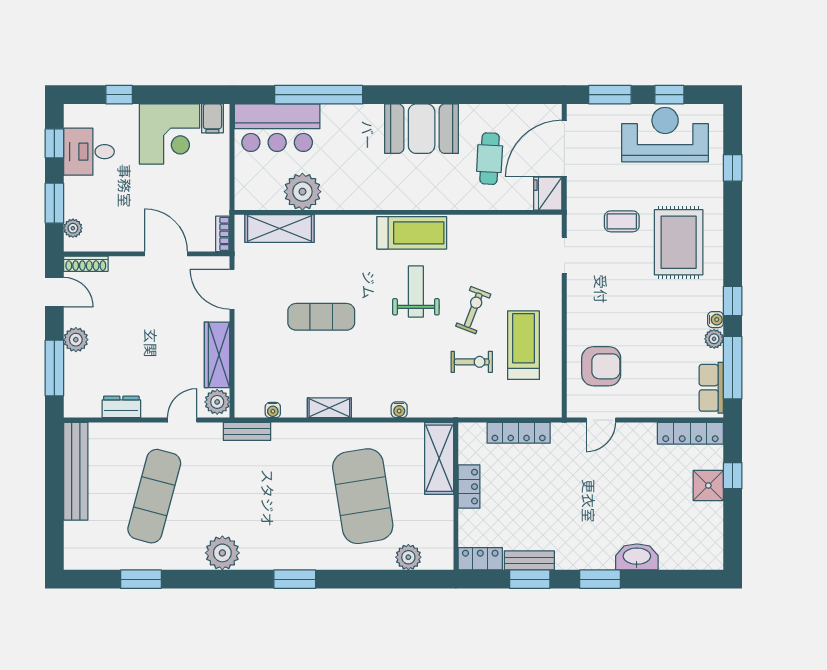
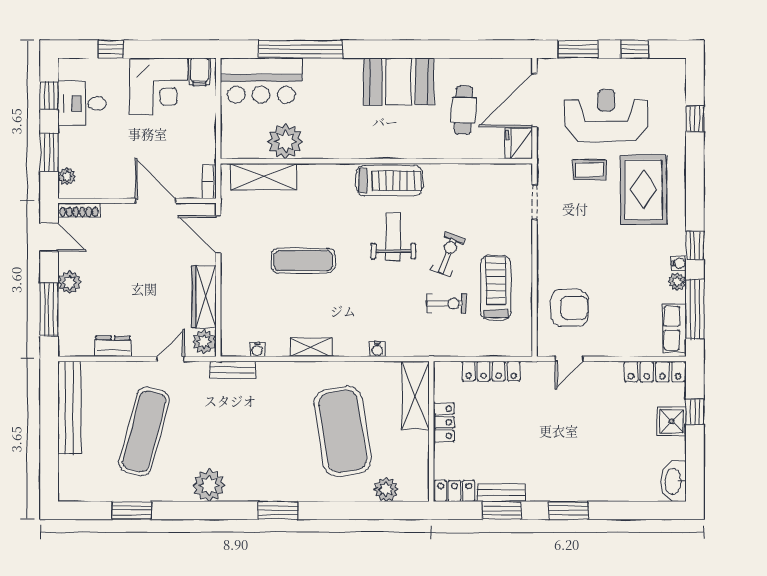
reception desk: (665, 135) -> (606, 115), moved
washbasin: (637, 557) -> (674, 481), moved, turned -90

